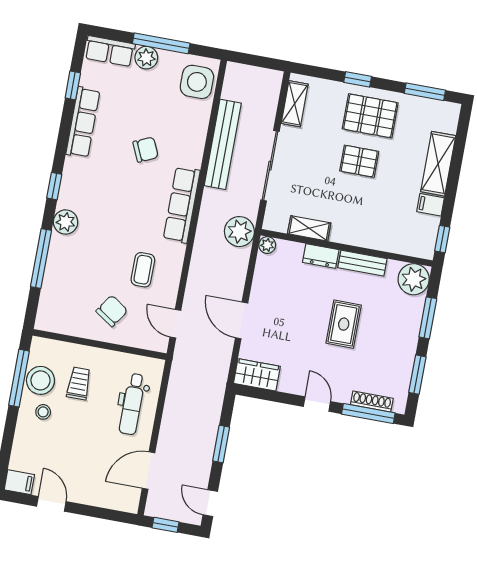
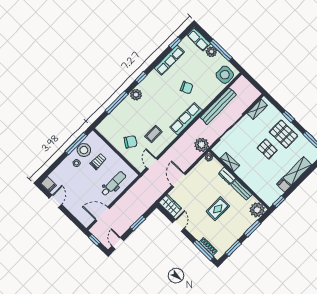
dental chair: (132, 404) -> (114, 184), turned 180
door: (317, 404) -> (178, 225), moved

